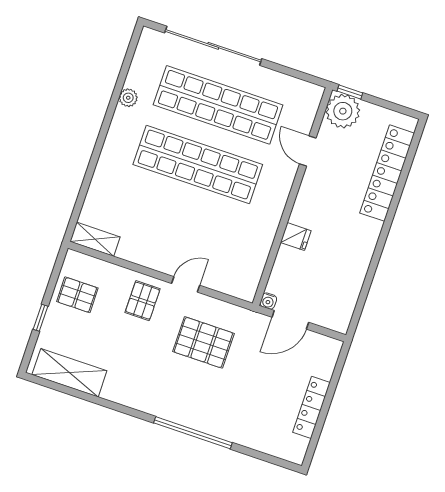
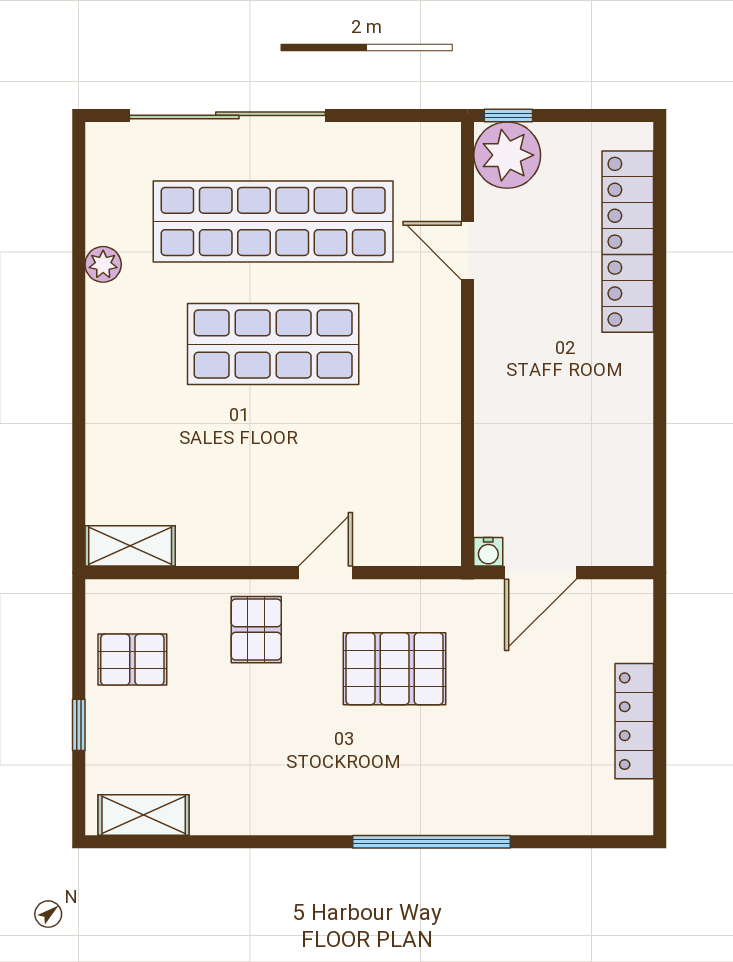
shop shelf: (198, 165) -> (273, 344), width x0.71
fridge: (296, 237) -> (499, 416), removed
shelving: (69, 373) -> (144, 815), width x0.67, depth x0.75

